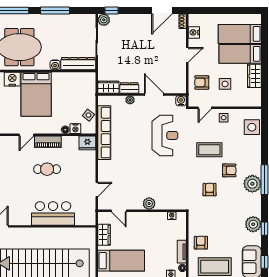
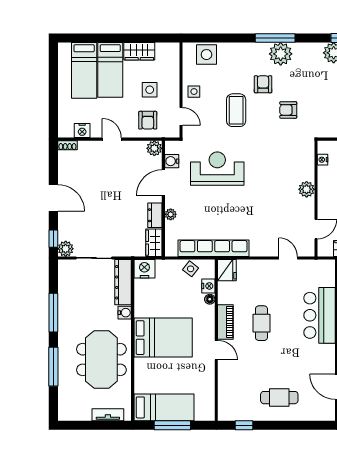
door: (162, 10) -> (53, 198), moved
nightstand: (12, 79) -> (144, 269), moved, turned 90
plant: (180, 87) -> (154, 148), added
water cooler: (181, 101) -> (172, 161), moved

